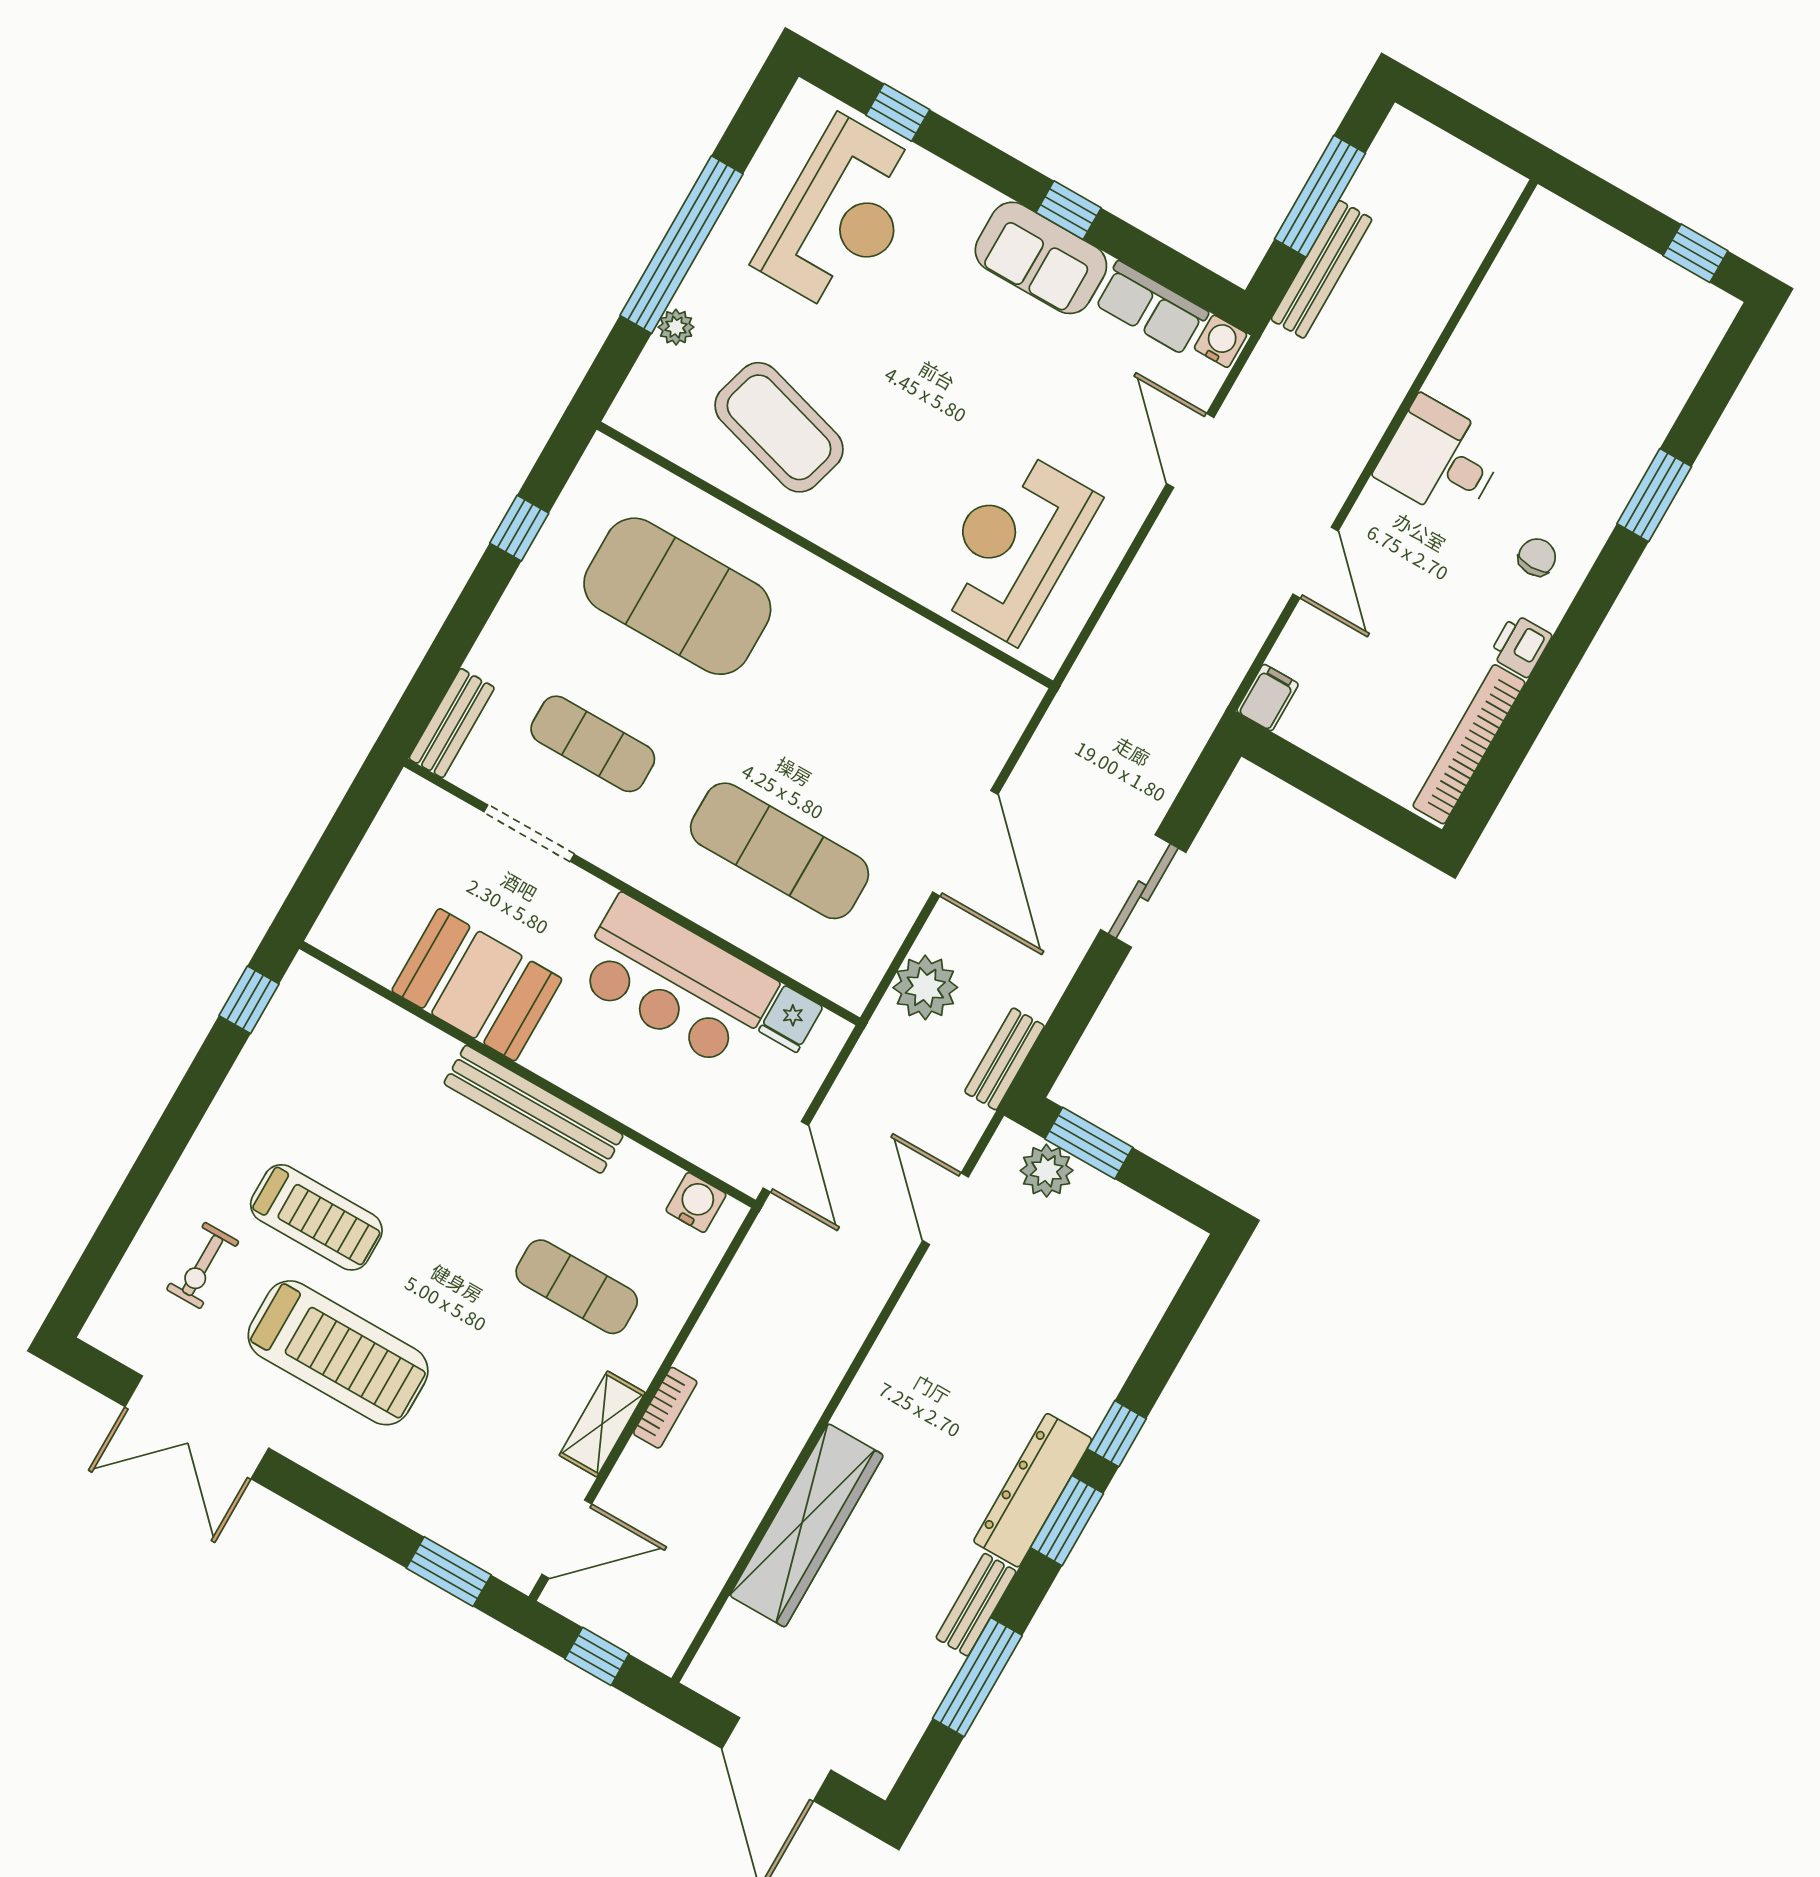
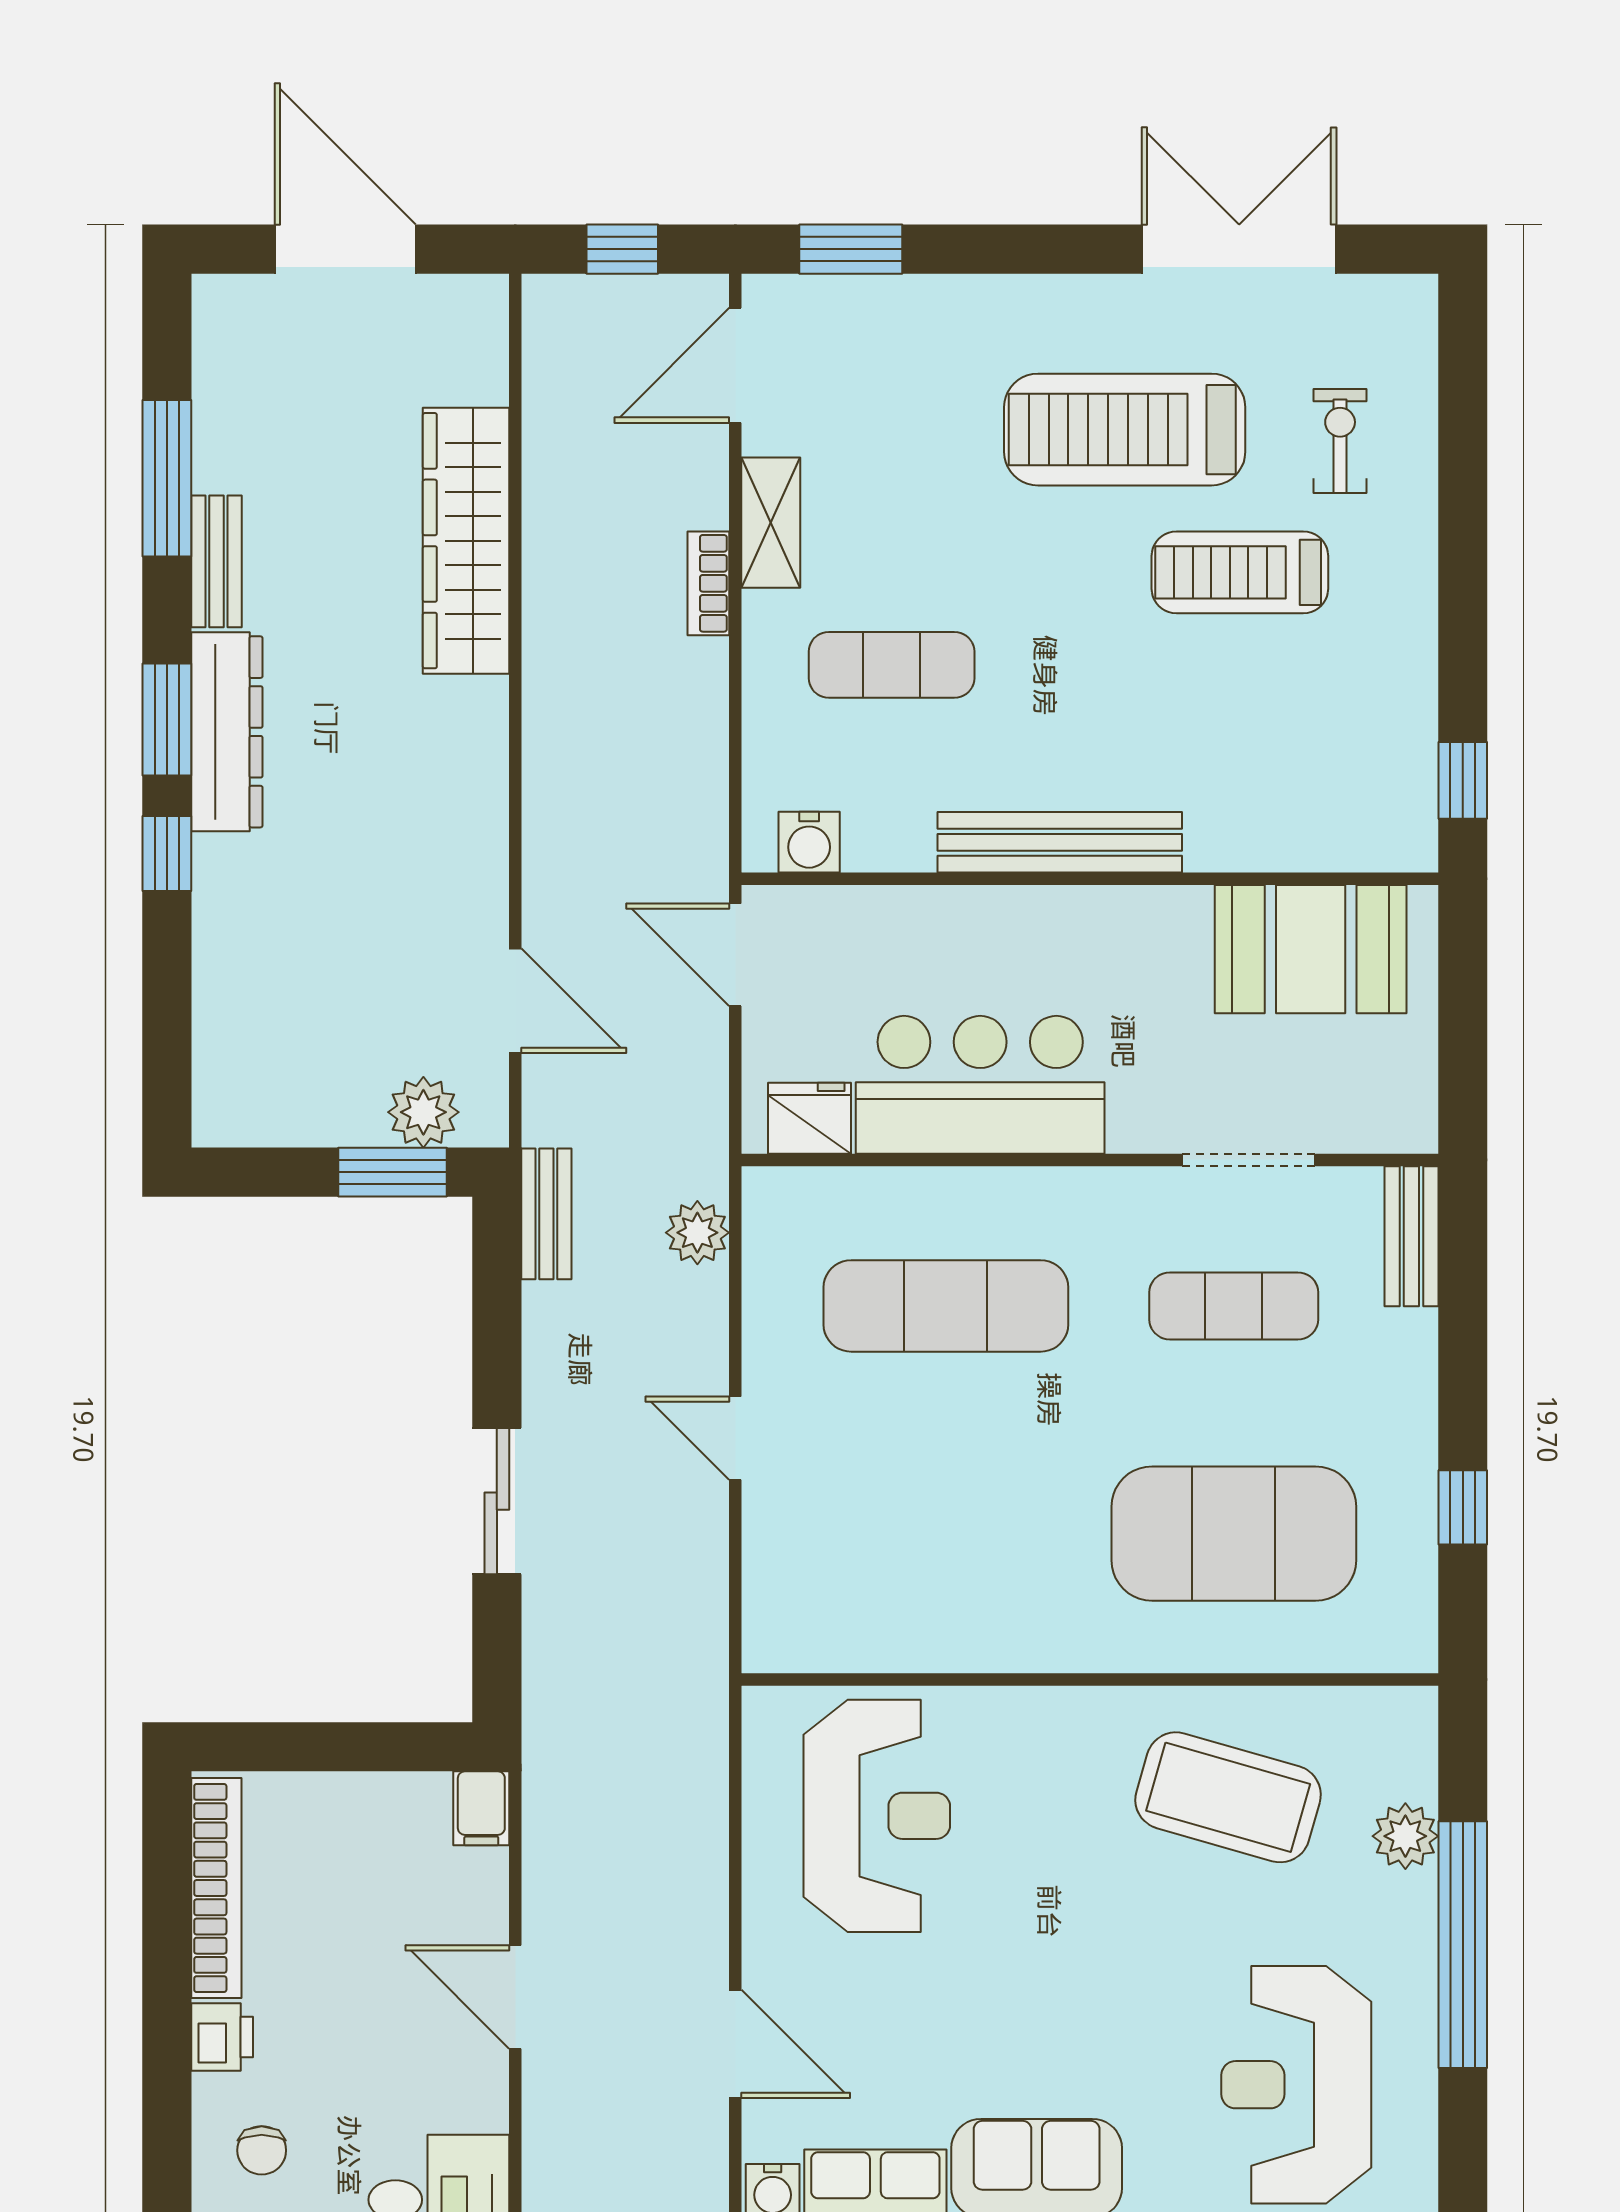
plant: (676, 327) -> (1405, 1836), width x1.38, depth x1.38
door: (965, 843) -> (735, 1438), width x0.53
booth: (477, 985) -> (1311, 949), moved
plant: (925, 987) -> (697, 1233), width x0.73, depth x0.73
fridge: (791, 1019) -> (810, 1118), width x1.38

